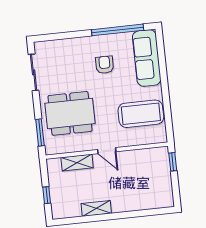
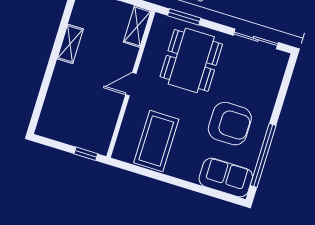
sofa: (147, 58) -> (226, 178), width x0.73
armchair: (105, 65) -> (230, 124), width x1.88, depth x1.88
shelving: (77, 163) -> (137, 26), moved

